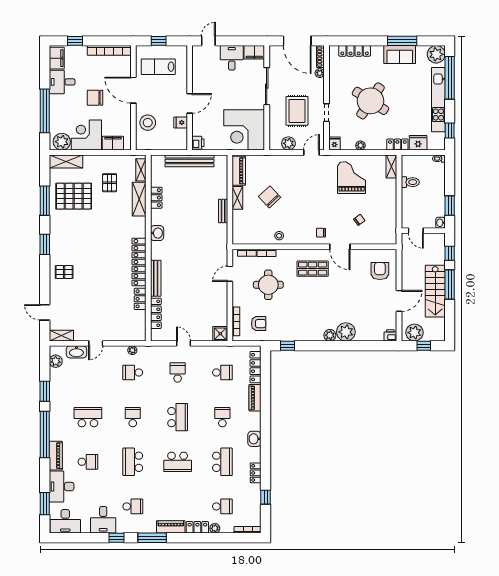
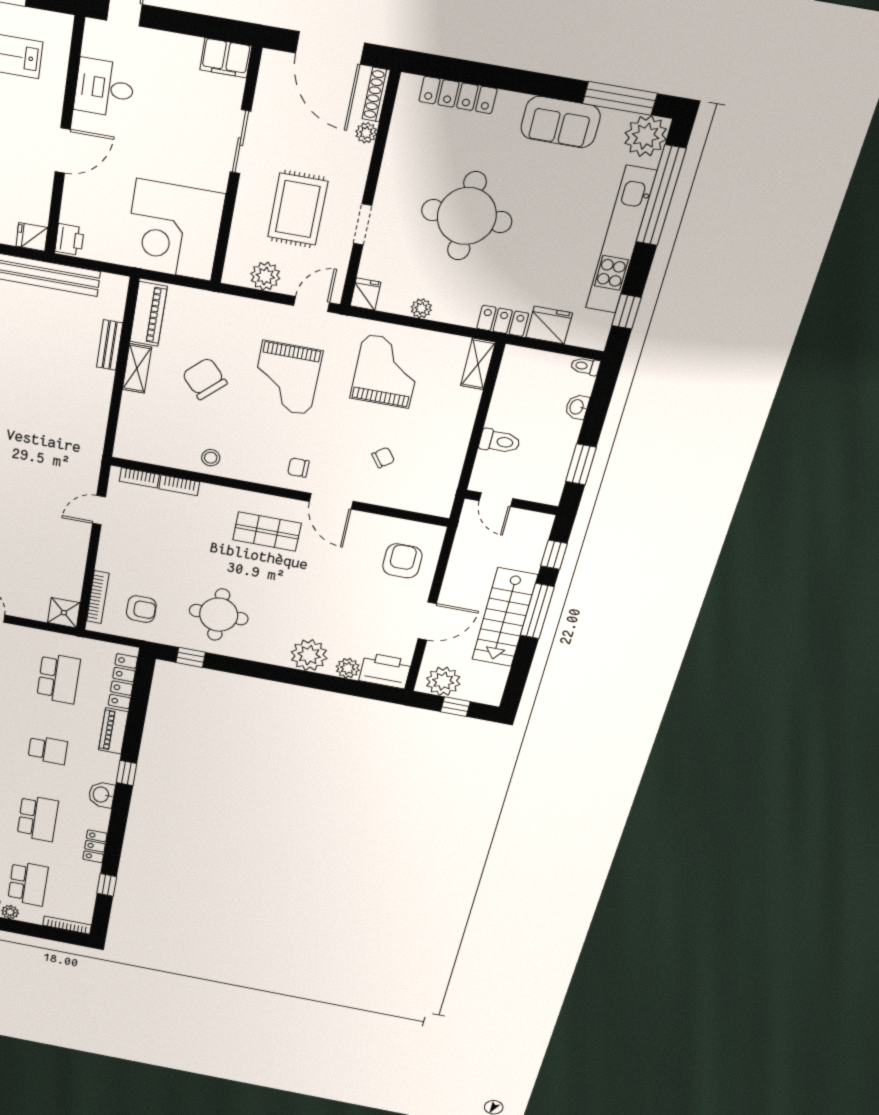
window: (402, 41) -> (620, 98), moved
desk: (232, 58) -> (104, 88), moved, turned -90
sliding door: (267, 86) -> (240, 142), width x0.73
round table: (370, 101) -> (467, 216), turned -33
fridge: (181, 122) -> (32, 237), moved
toilet: (410, 182) -> (500, 441), moved
grand piano: (307, 189) -> (286, 378), added
bench: (223, 211) -> (110, 345), moved
washbasin: (440, 223) -> (577, 407), moved
round table: (268, 285) -> (219, 615), moved
plant: (330, 335) -> (348, 668), moved
printer: (390, 335) -> (385, 671), width x1.87, depth x1.48
school desk: (222, 372) -> (58, 678), width x1.85
school desk: (222, 417) -> (48, 750), turned 90
window: (266, 422) -> (126, 773), added
school desk: (222, 506) -> (28, 884), width x1.85

